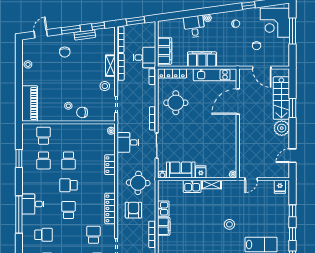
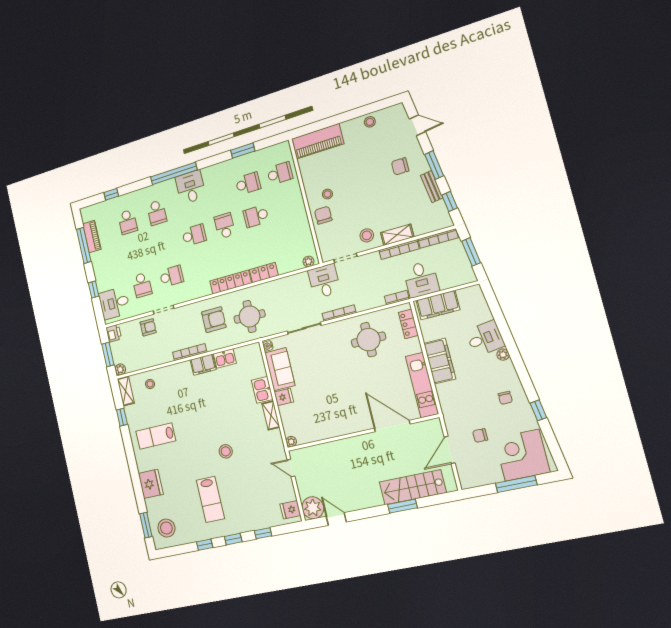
locker: (172, 73) -> (408, 324), width x0.66
plant: (282, 128) -> (313, 508), moved
desk: (128, 142) -> (324, 281), moved
school desk: (43, 160) -> (248, 183), turned 180
locker: (110, 208) -> (231, 282), moved

